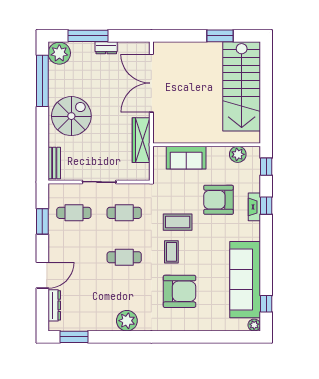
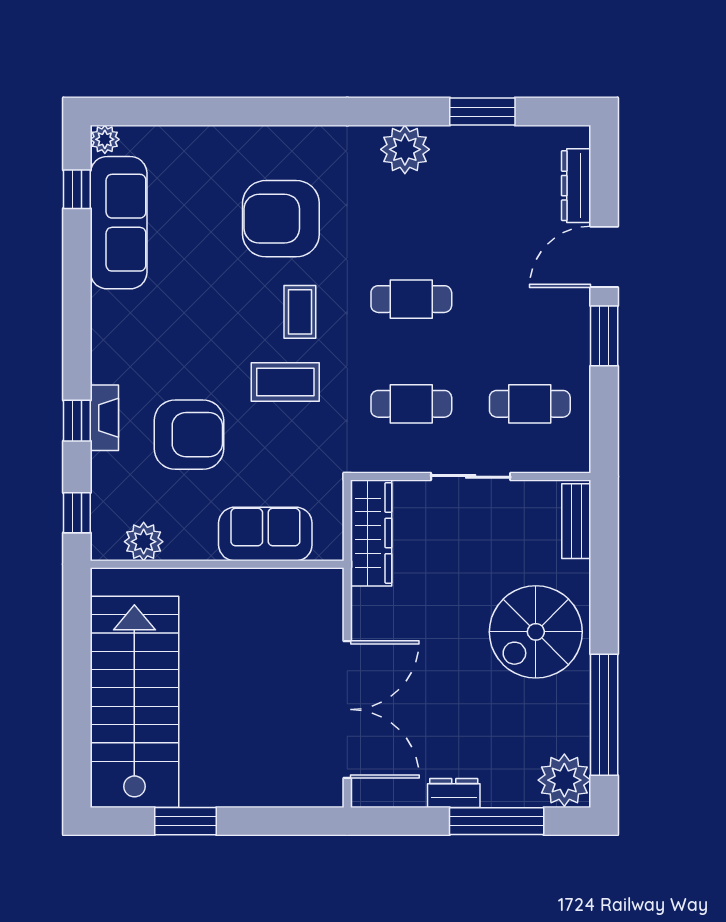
wardrobe: (141, 140) -> (371, 533), moved
window: (42, 221) -> (604, 336), moved
sofa: (245, 280) -> (119, 223), width x0.74, depth x0.79
window: (74, 337) -> (482, 112), moved

